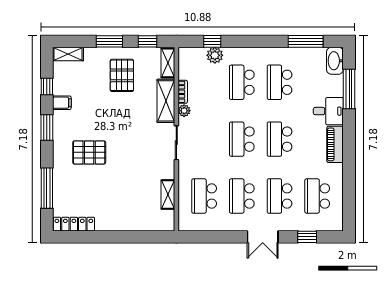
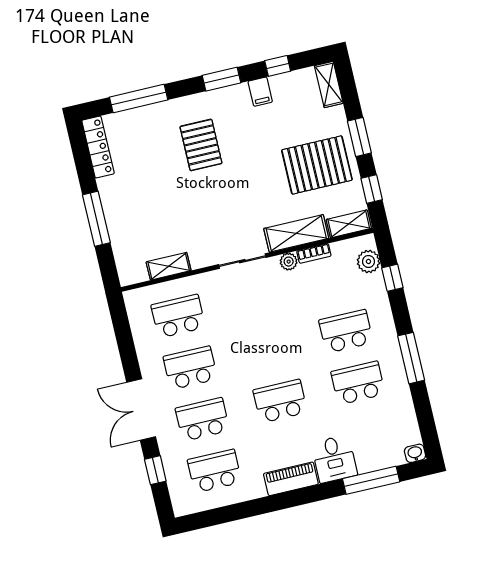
window: (306, 41) -> (411, 358), moved
plant: (215, 55) -> (368, 261), moved
washbasin: (335, 61) -> (415, 453), width x0.52, depth x0.69
pallet: (122, 75) -> (317, 165), width x1.37, depth x1.41
school desk: (242, 139) -> (268, 350), removed
window: (123, 237) -> (96, 219), added
double door: (263, 237) -> (141, 409), width x1.37

